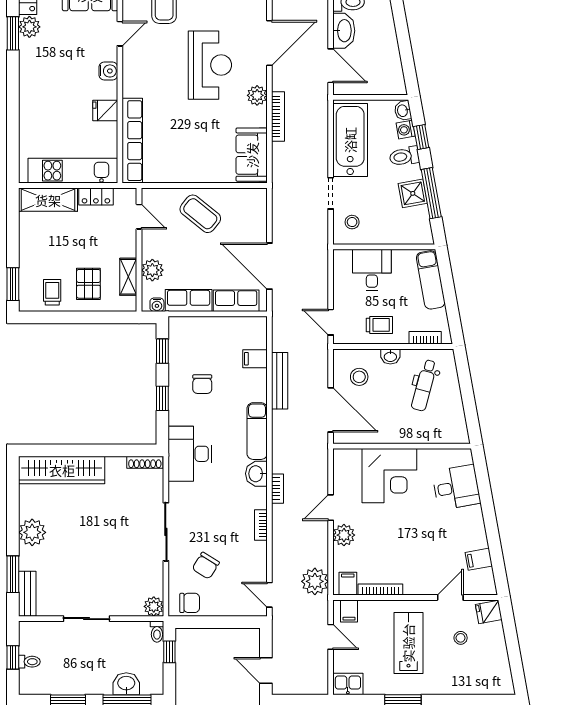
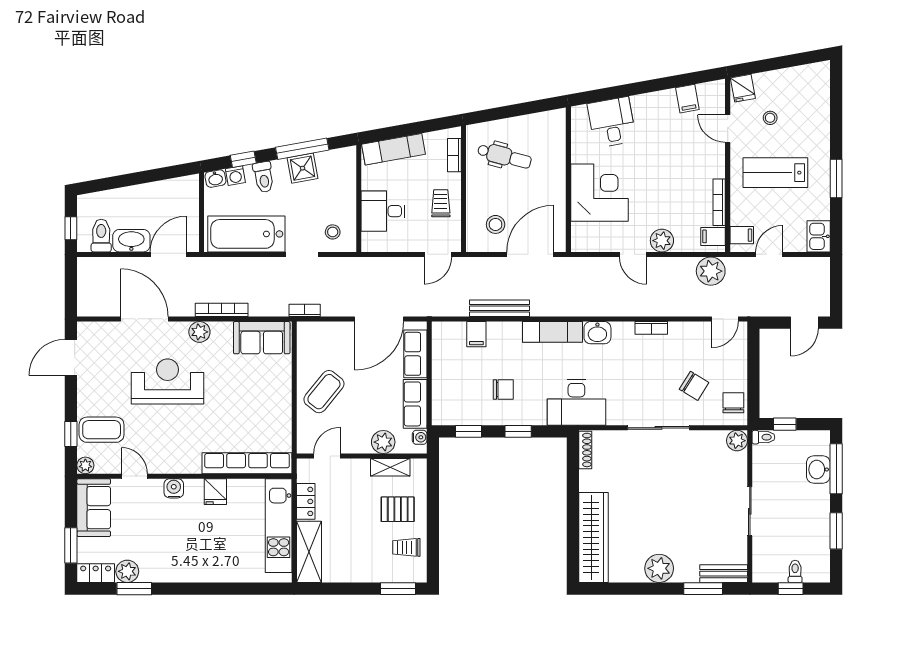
washbasin: (390, 356) -> (474, 192), removed
bookcase: (278, 489) -> (305, 310), moved

